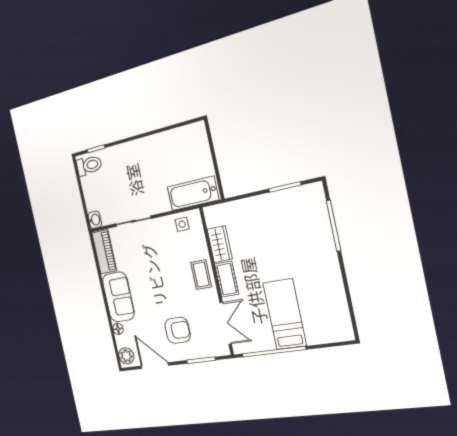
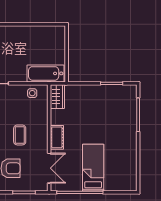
wardrobe: (220, 244) -> (57, 97), moved
coffee table: (201, 275) -> (20, 135), moved

